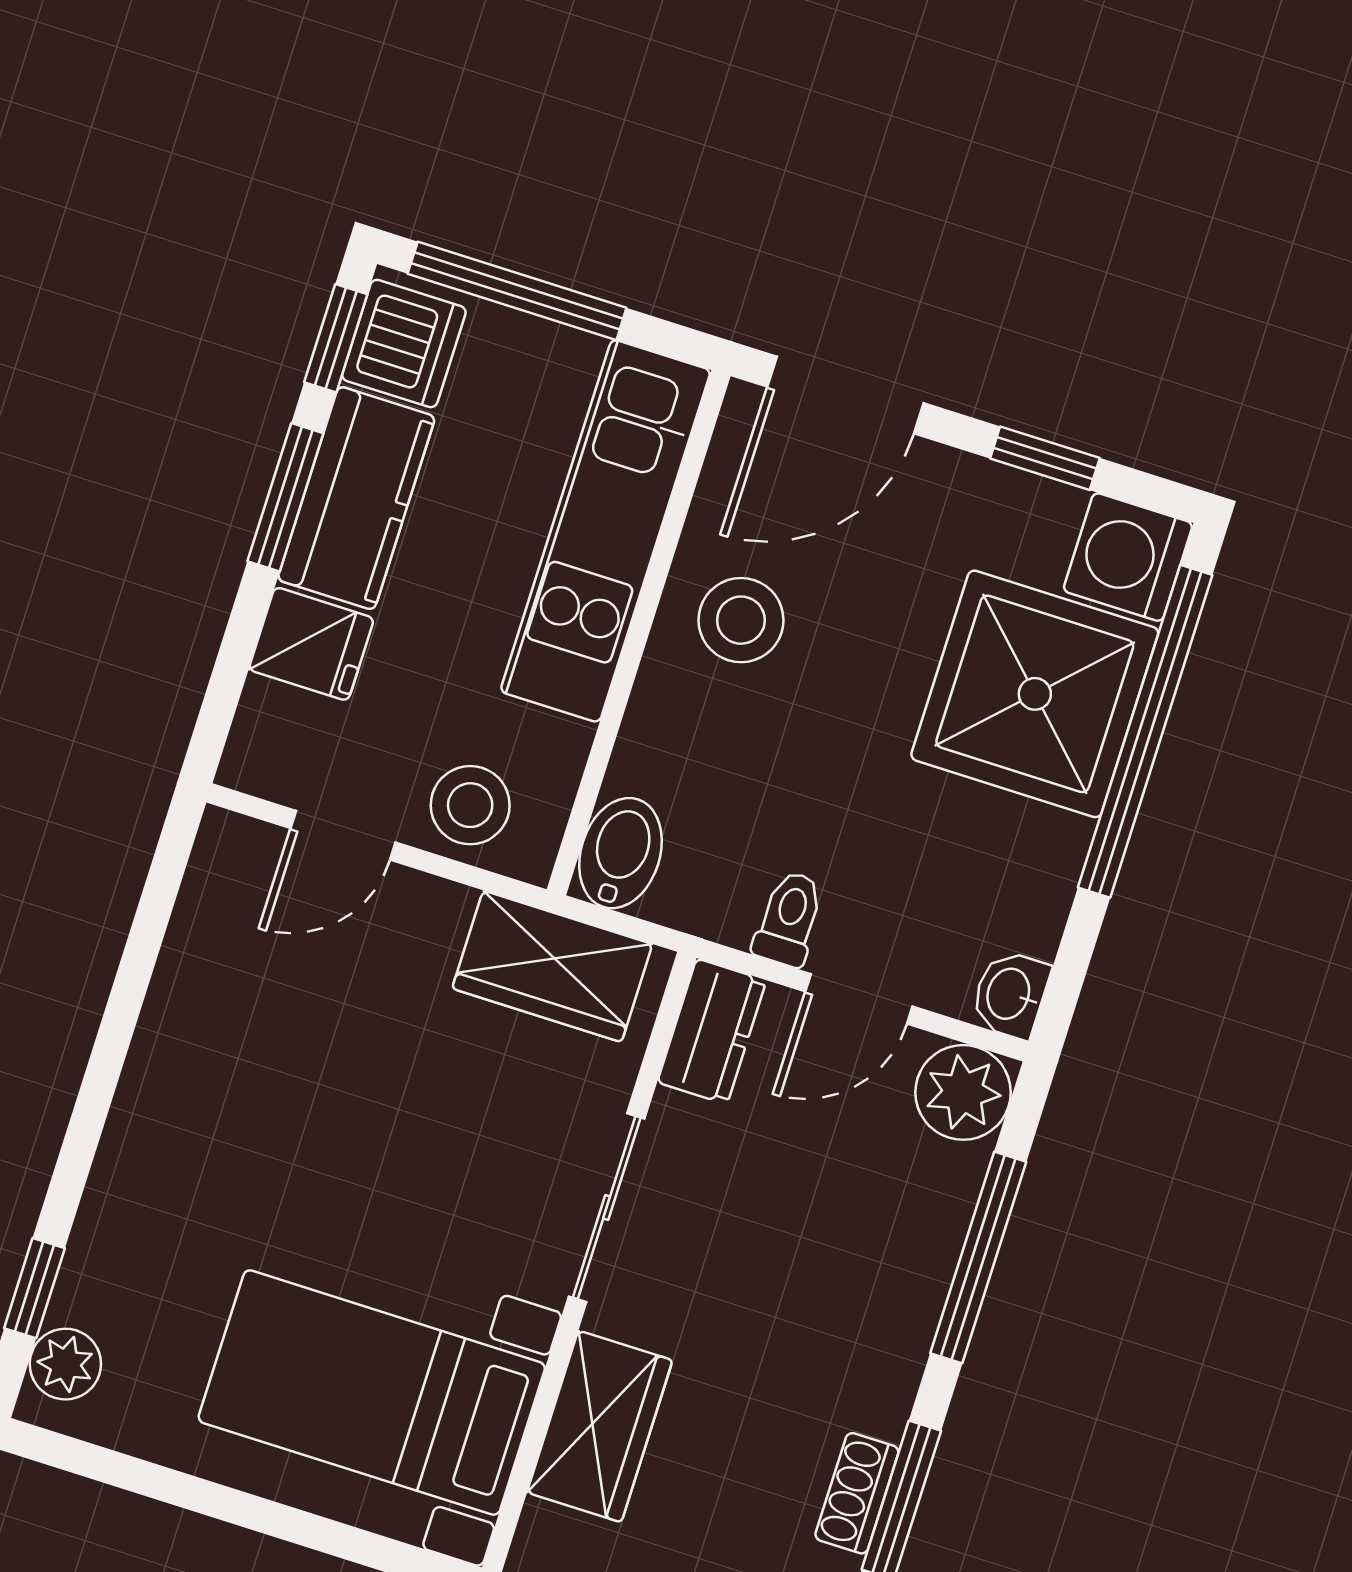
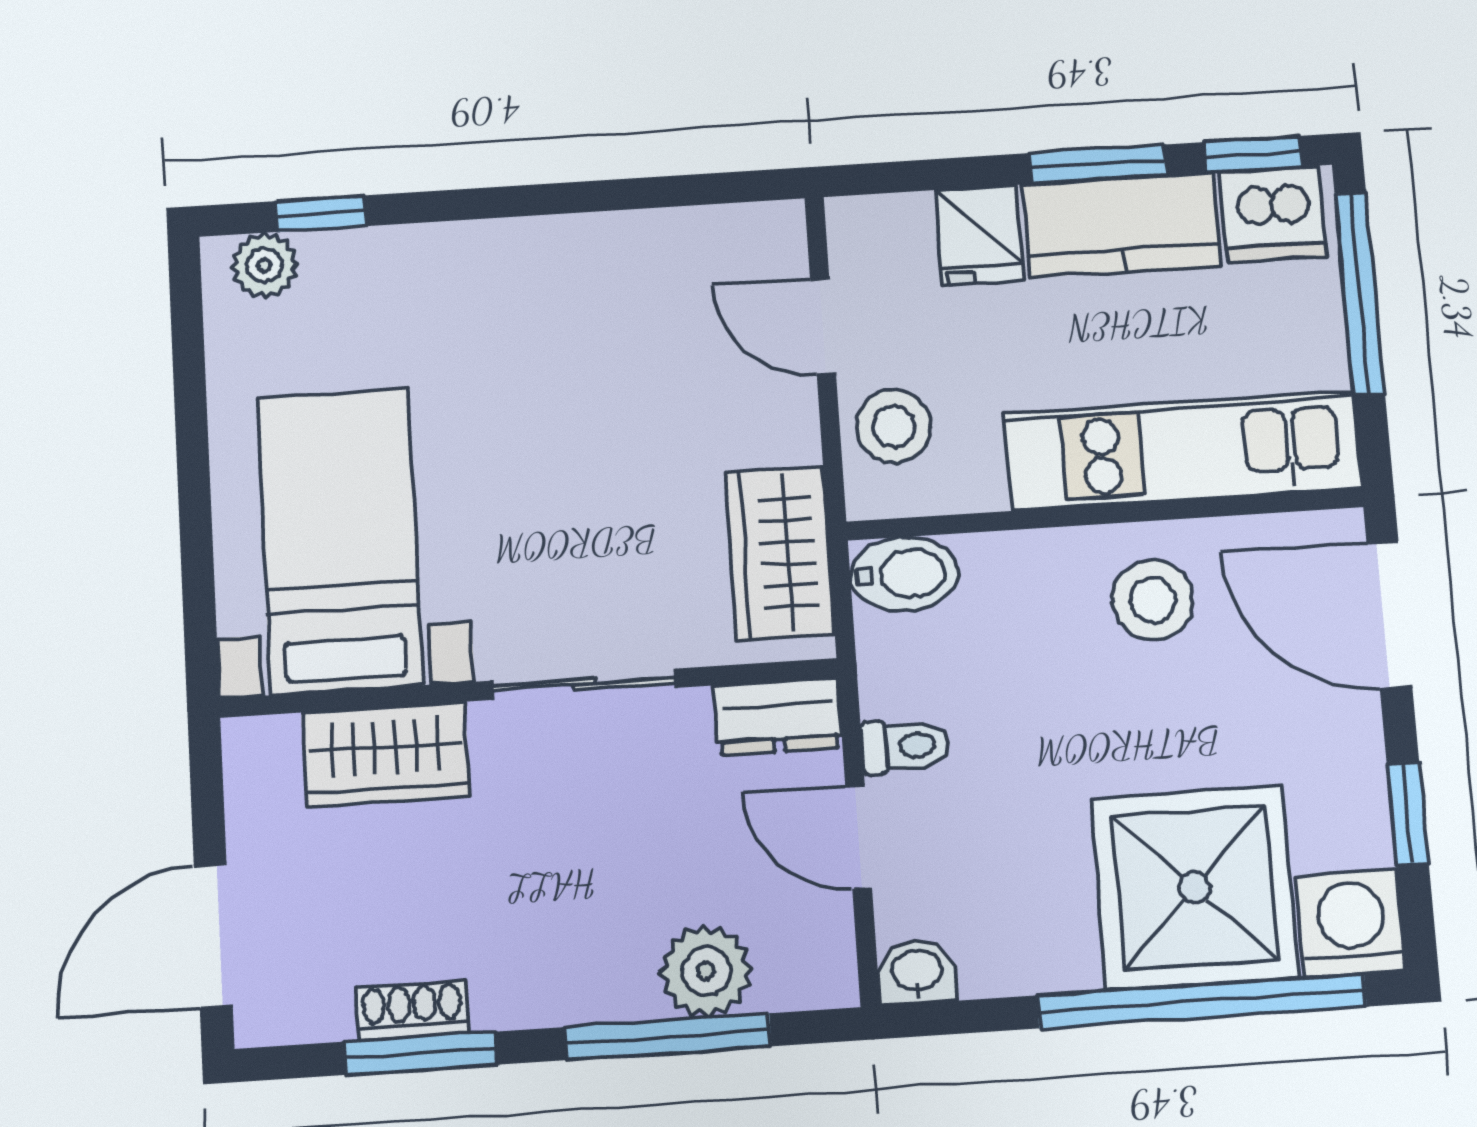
plant: (963, 1092) -> (706, 971), moved

